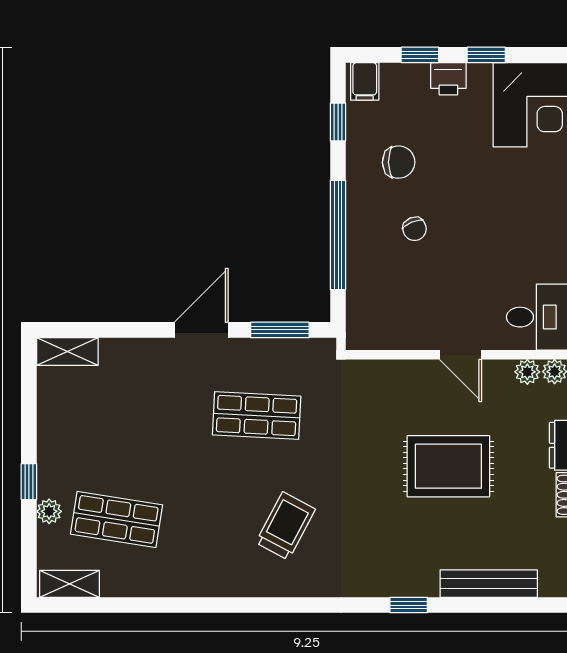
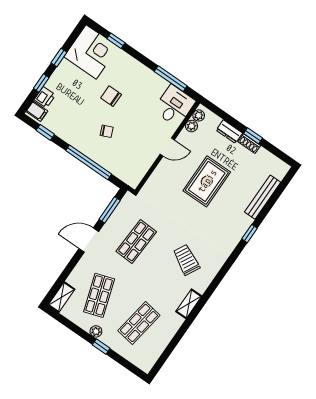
printer: (448, 79) -> (45, 97), moved
chair: (399, 162) -> (111, 96), moved, turned -89
door: (201, 330) -> (89, 240), hinge flipped
shop shelf: (117, 416) -> (99, 295), added
plant: (49, 511) -> (96, 331), moved
shelving: (70, 584) -> (189, 304), moved

